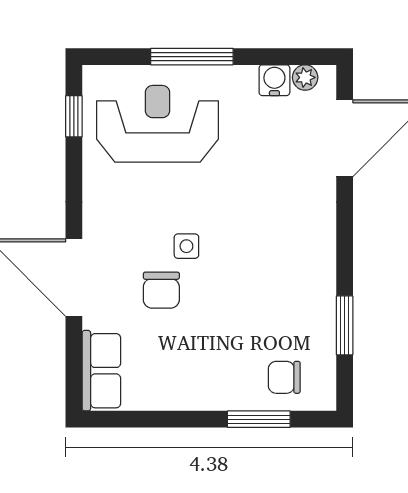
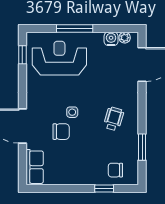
wheelchair: (280, 261) -> (114, 119), added
chair: (161, 290) -> (61, 132), turned -90
window: (259, 419) -> (104, 189), width x0.67

